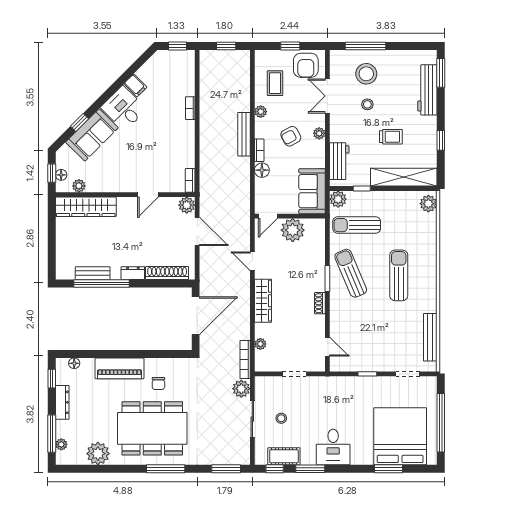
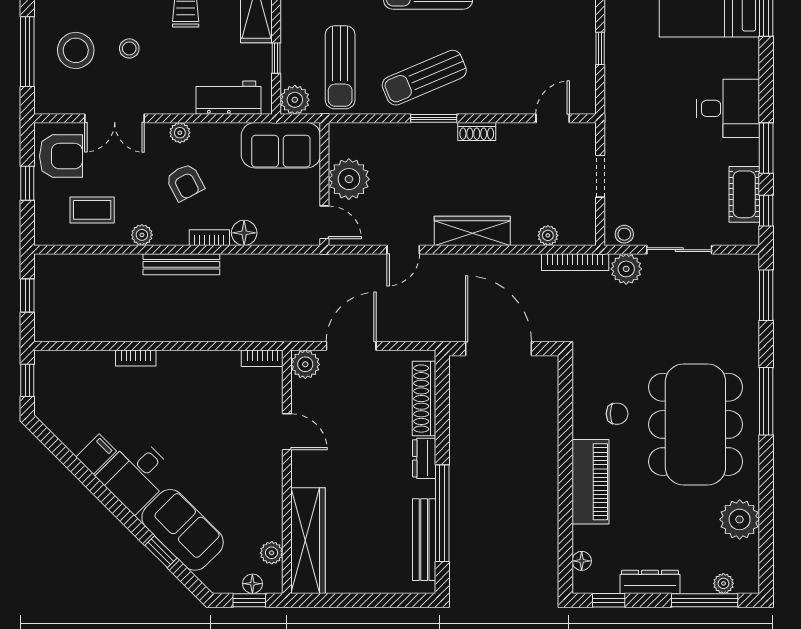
bench: (93, 273) -> (424, 540), width x1.36
stool: (281, 418) -> (624, 234), moved

